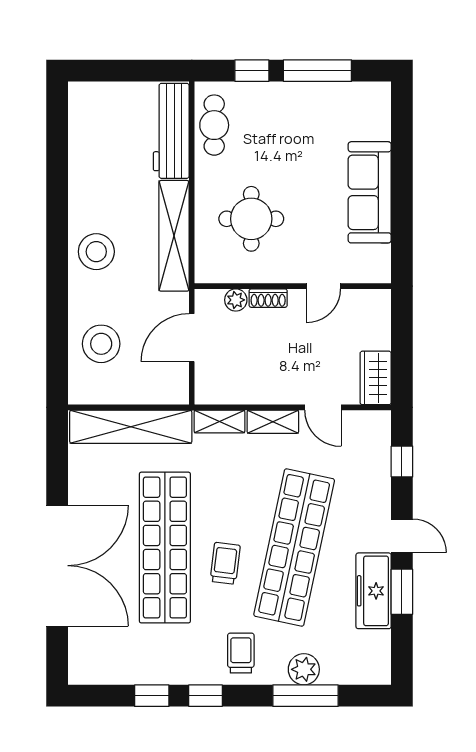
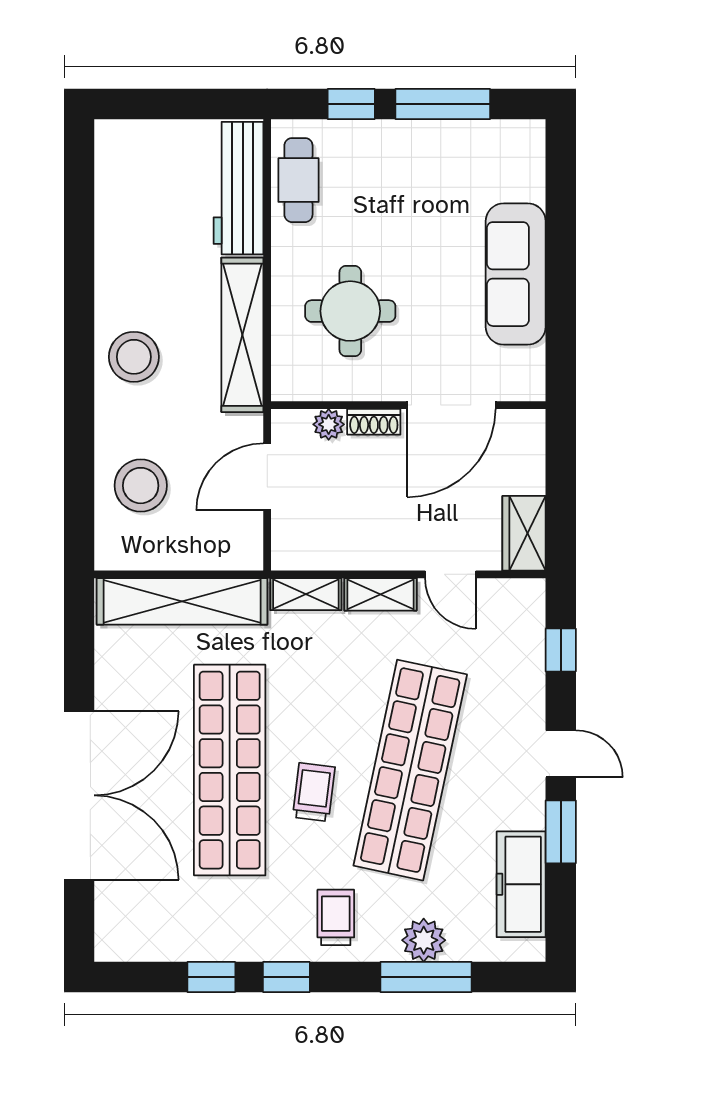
door: (324, 286) -> (451, 405), width x1.88
freezer: (374, 591) -> (521, 884), moved

